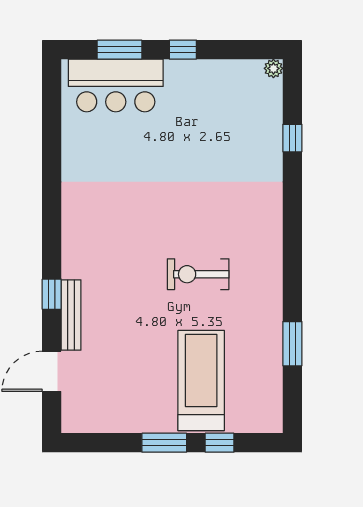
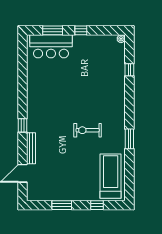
window: (52, 294) -> (22, 125), moved
window: (292, 344) -> (129, 139), moved
treadmill: (201, 381) -> (111, 176), moved
window: (164, 443) -> (62, 205), moved

